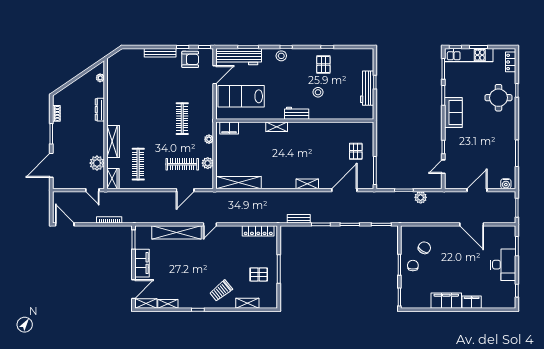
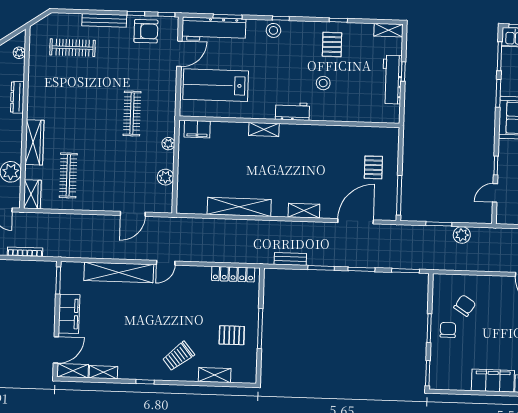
shelving: (363, 53) -> (388, 30), added
clothes rail: (182, 164) -> (72, 48), moved
shelving: (239, 183) -> (239, 207), moved

